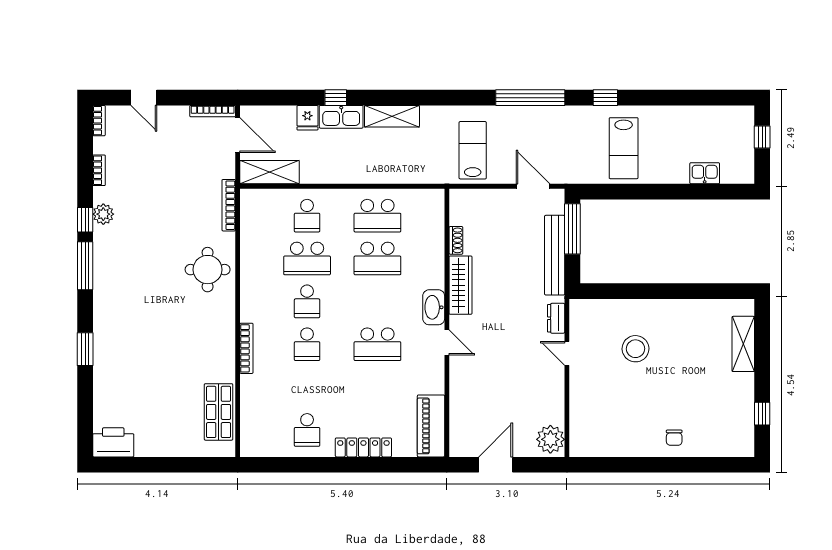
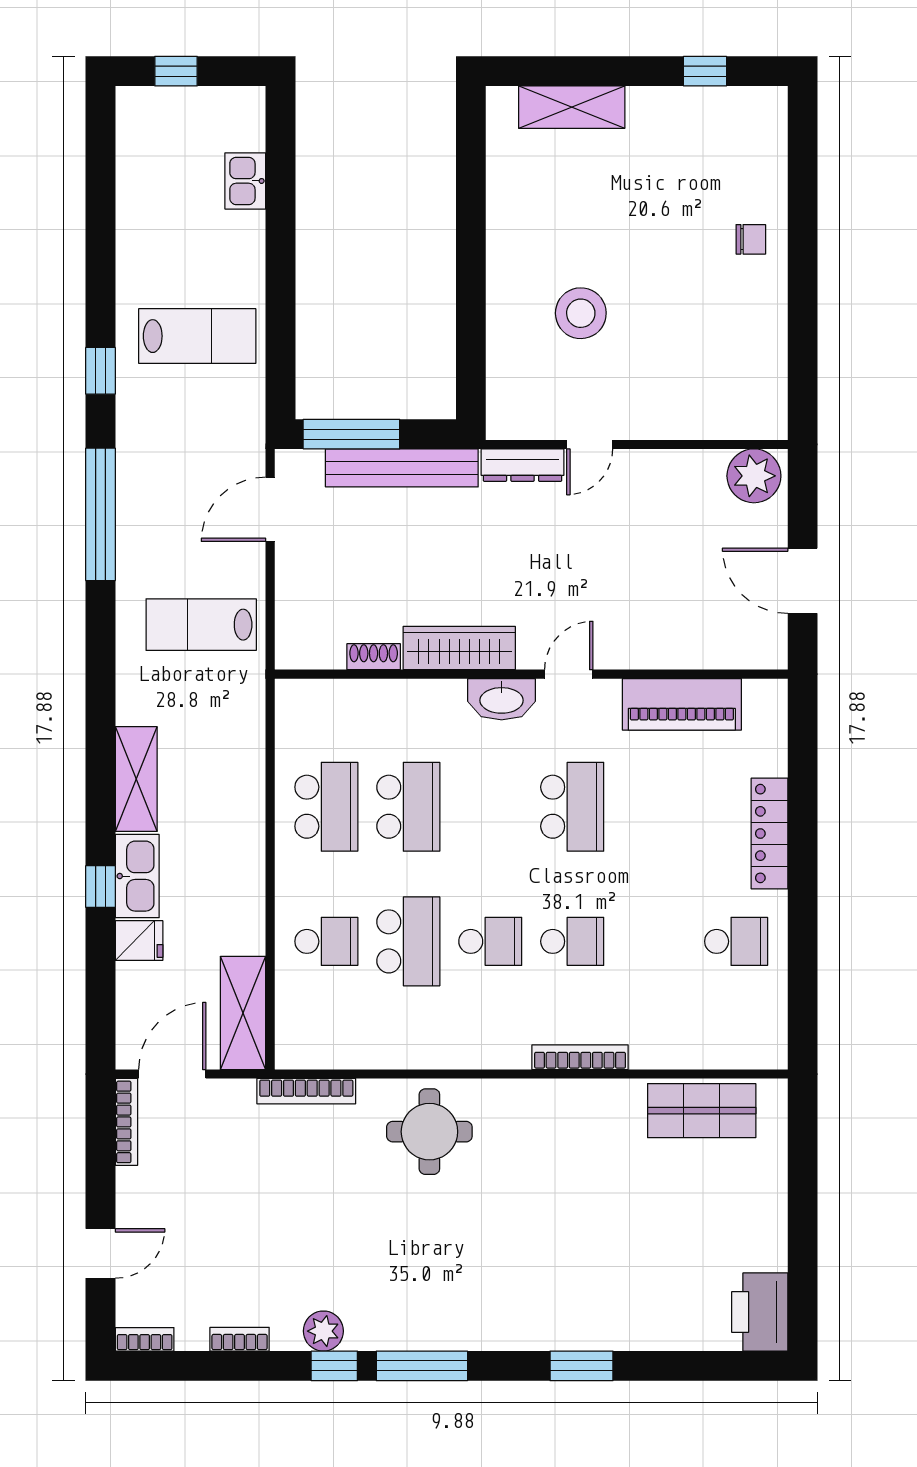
dresser: (556, 318) -> (523, 465), width x1.44
piano: (431, 426) -> (682, 704), moved

